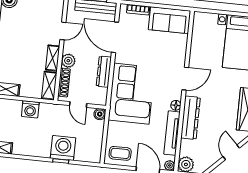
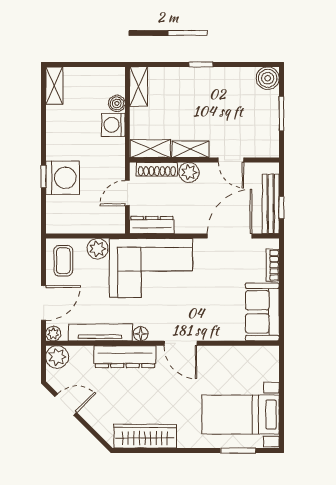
dresser: (104, 72) -> (152, 225), moved
boiler: (100, 114) -> (117, 103), moved
plant: (114, 129) -> (98, 249), added
door: (231, 152) -> (66, 405), moved

